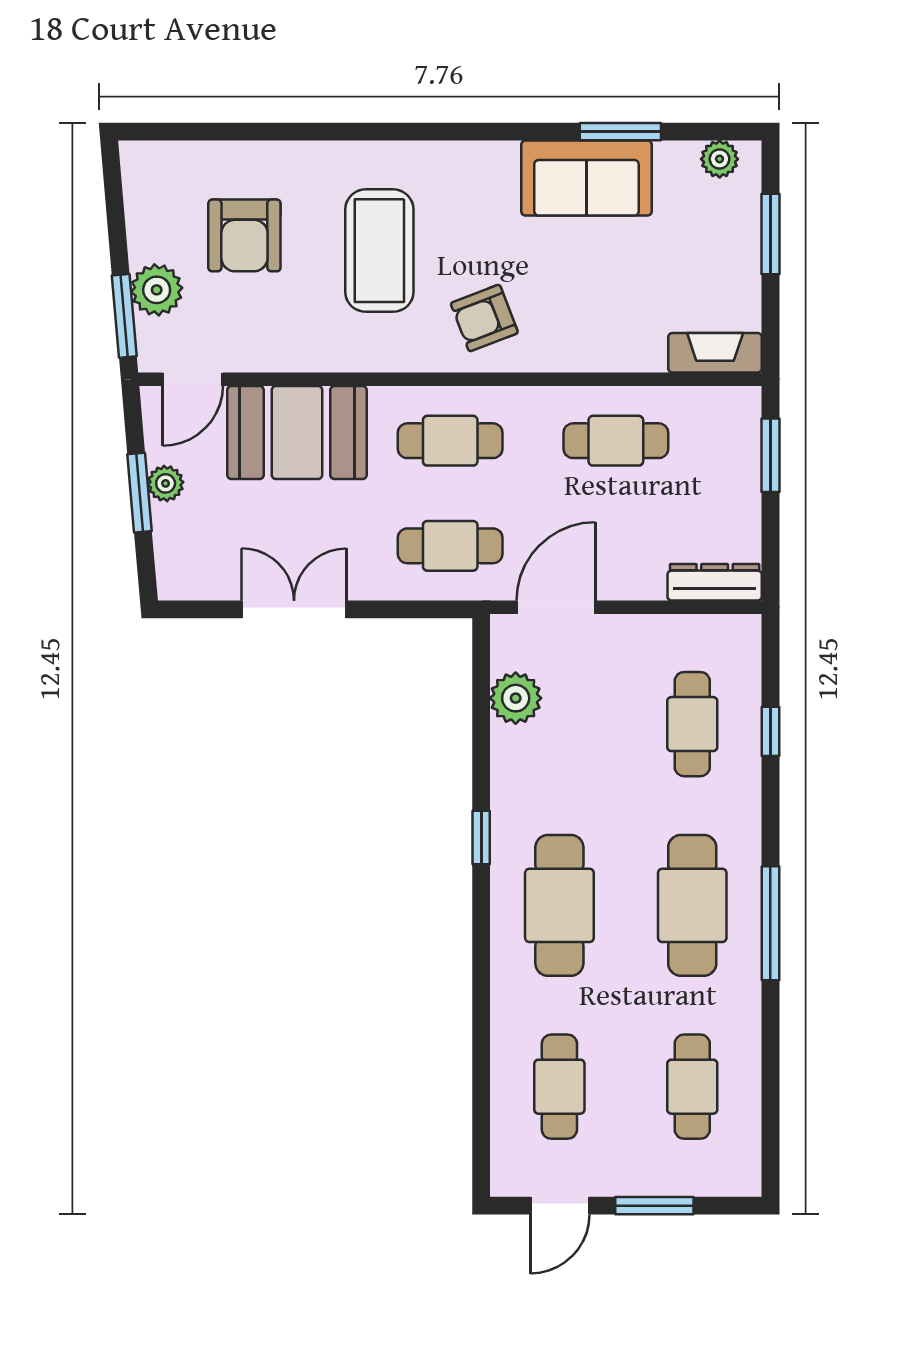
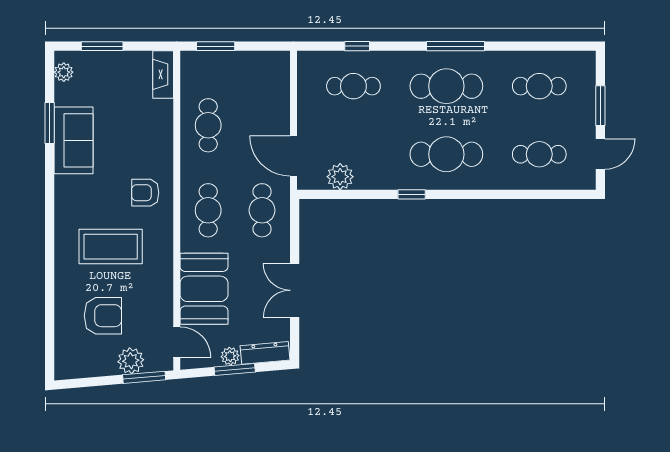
armchair: (484, 318) -> (145, 193), turned 111
dresser: (715, 582) -> (265, 353), moved, turned 85
door: (560, 1206) -> (600, 154), hinge flipped

